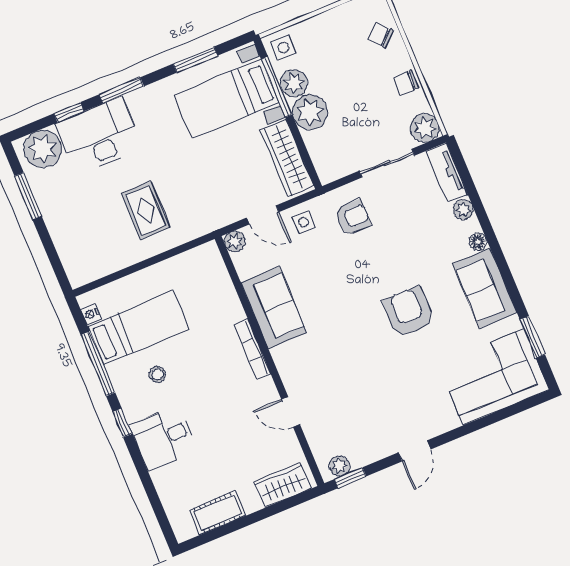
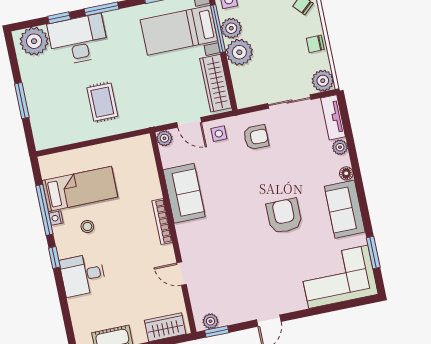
window: (28, 196) -> (22, 101), moved
nightstand: (91, 314) -> (56, 218), moved

